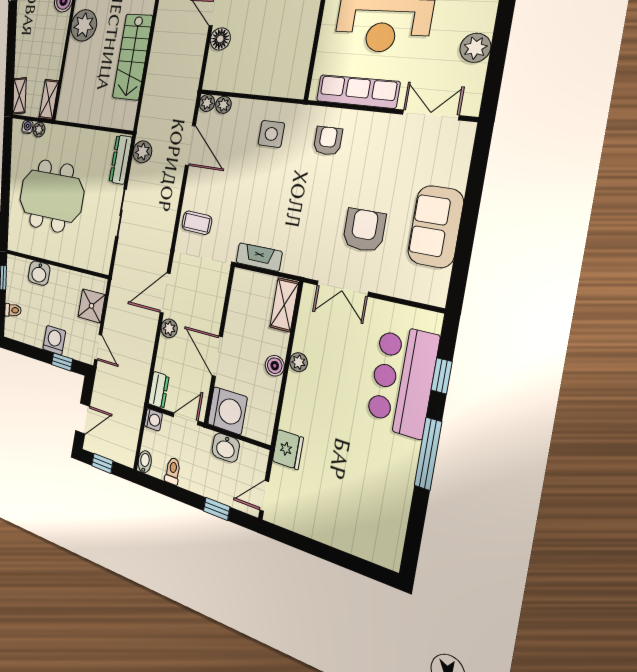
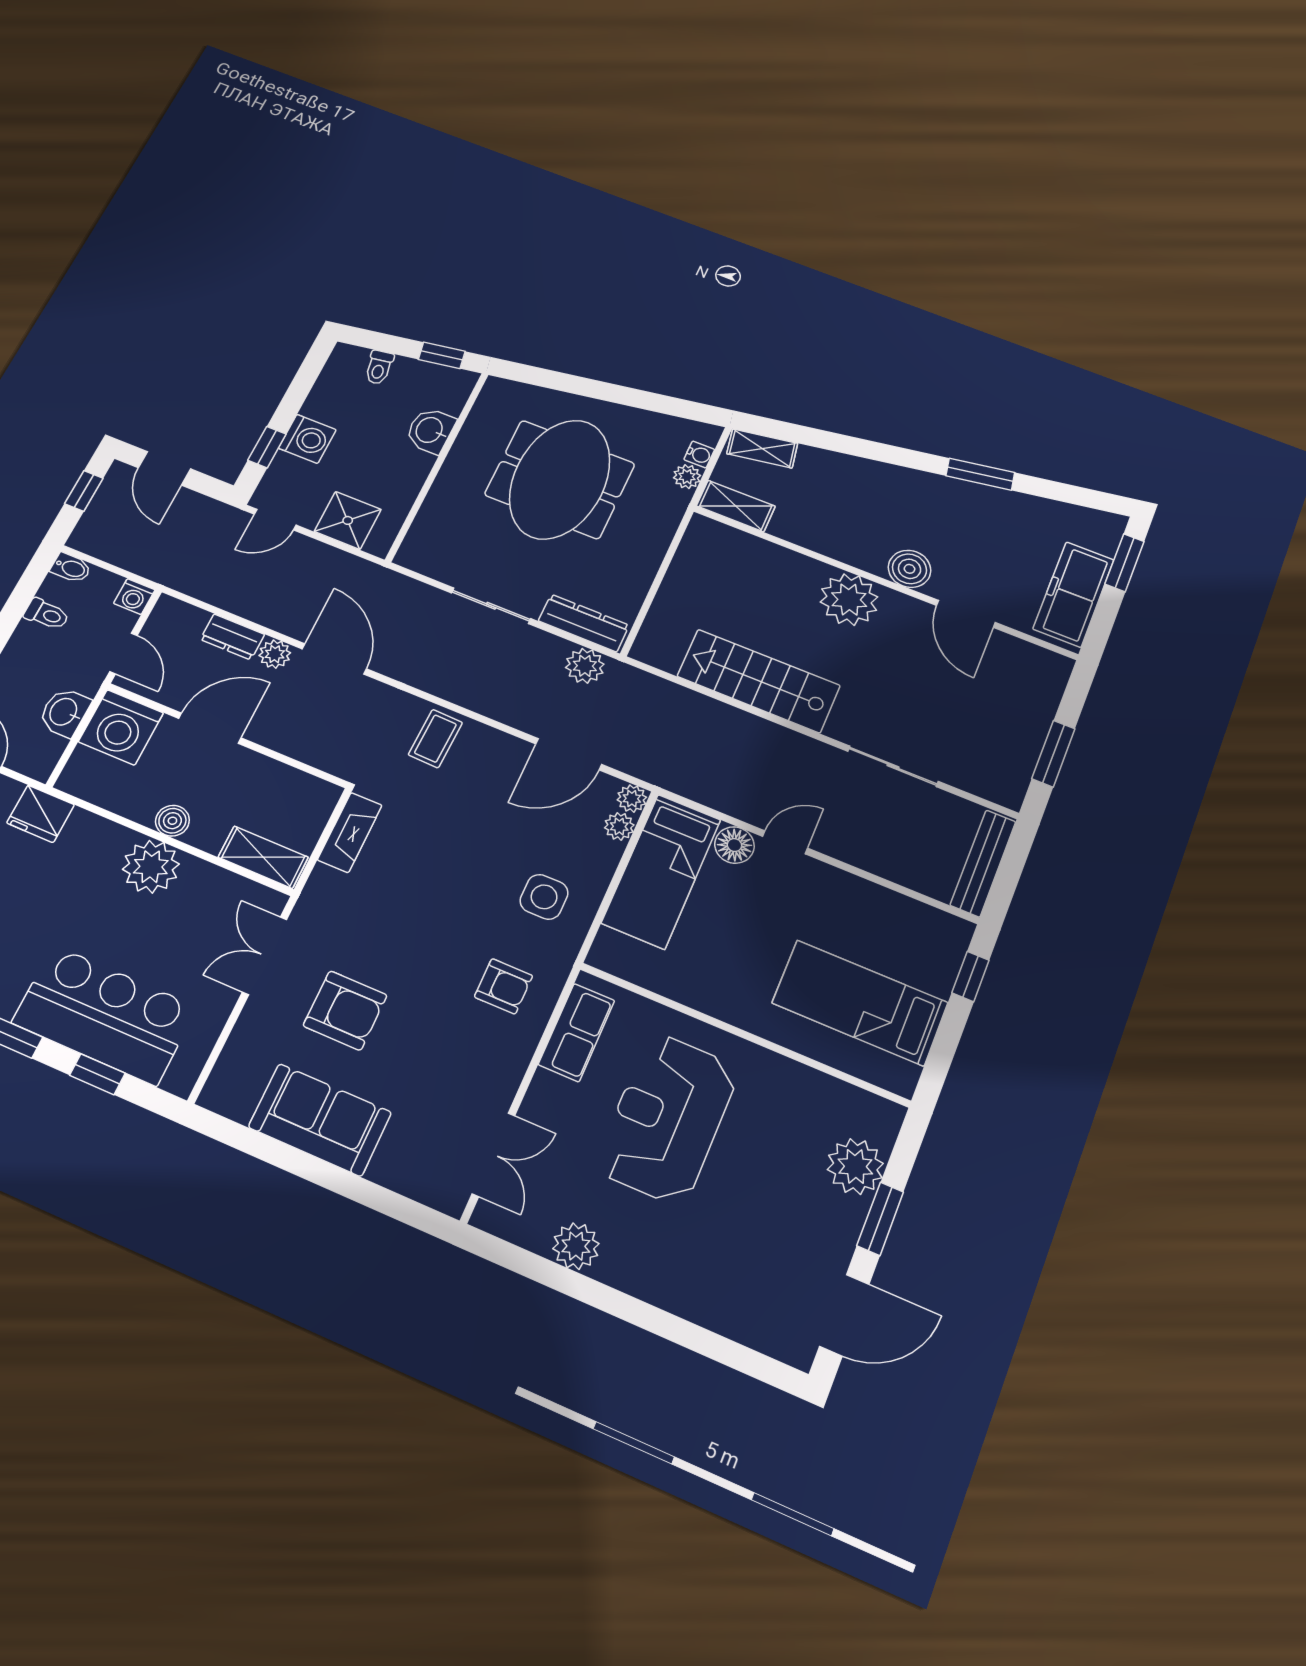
bed: (243, 74) -> (661, 871), added
row of seats: (358, 91) -> (577, 1032), width x0.68
plant: (298, 362) -> (151, 867), width x1.88, depth x1.88
dresser: (159, 390) -> (232, 637), moved

